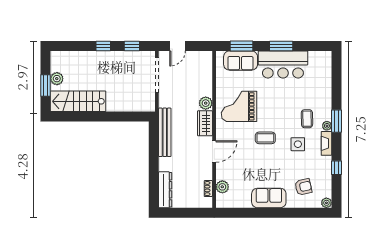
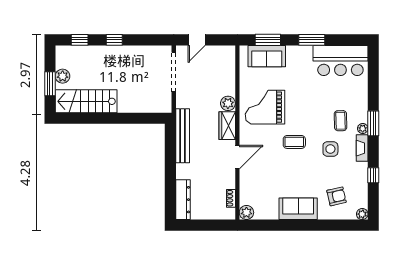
window: (132, 46) -> (80, 40), moved
bar counter: (283, 65) -> (340, 60), moved
plant: (222, 187) -> (246, 212), moved

